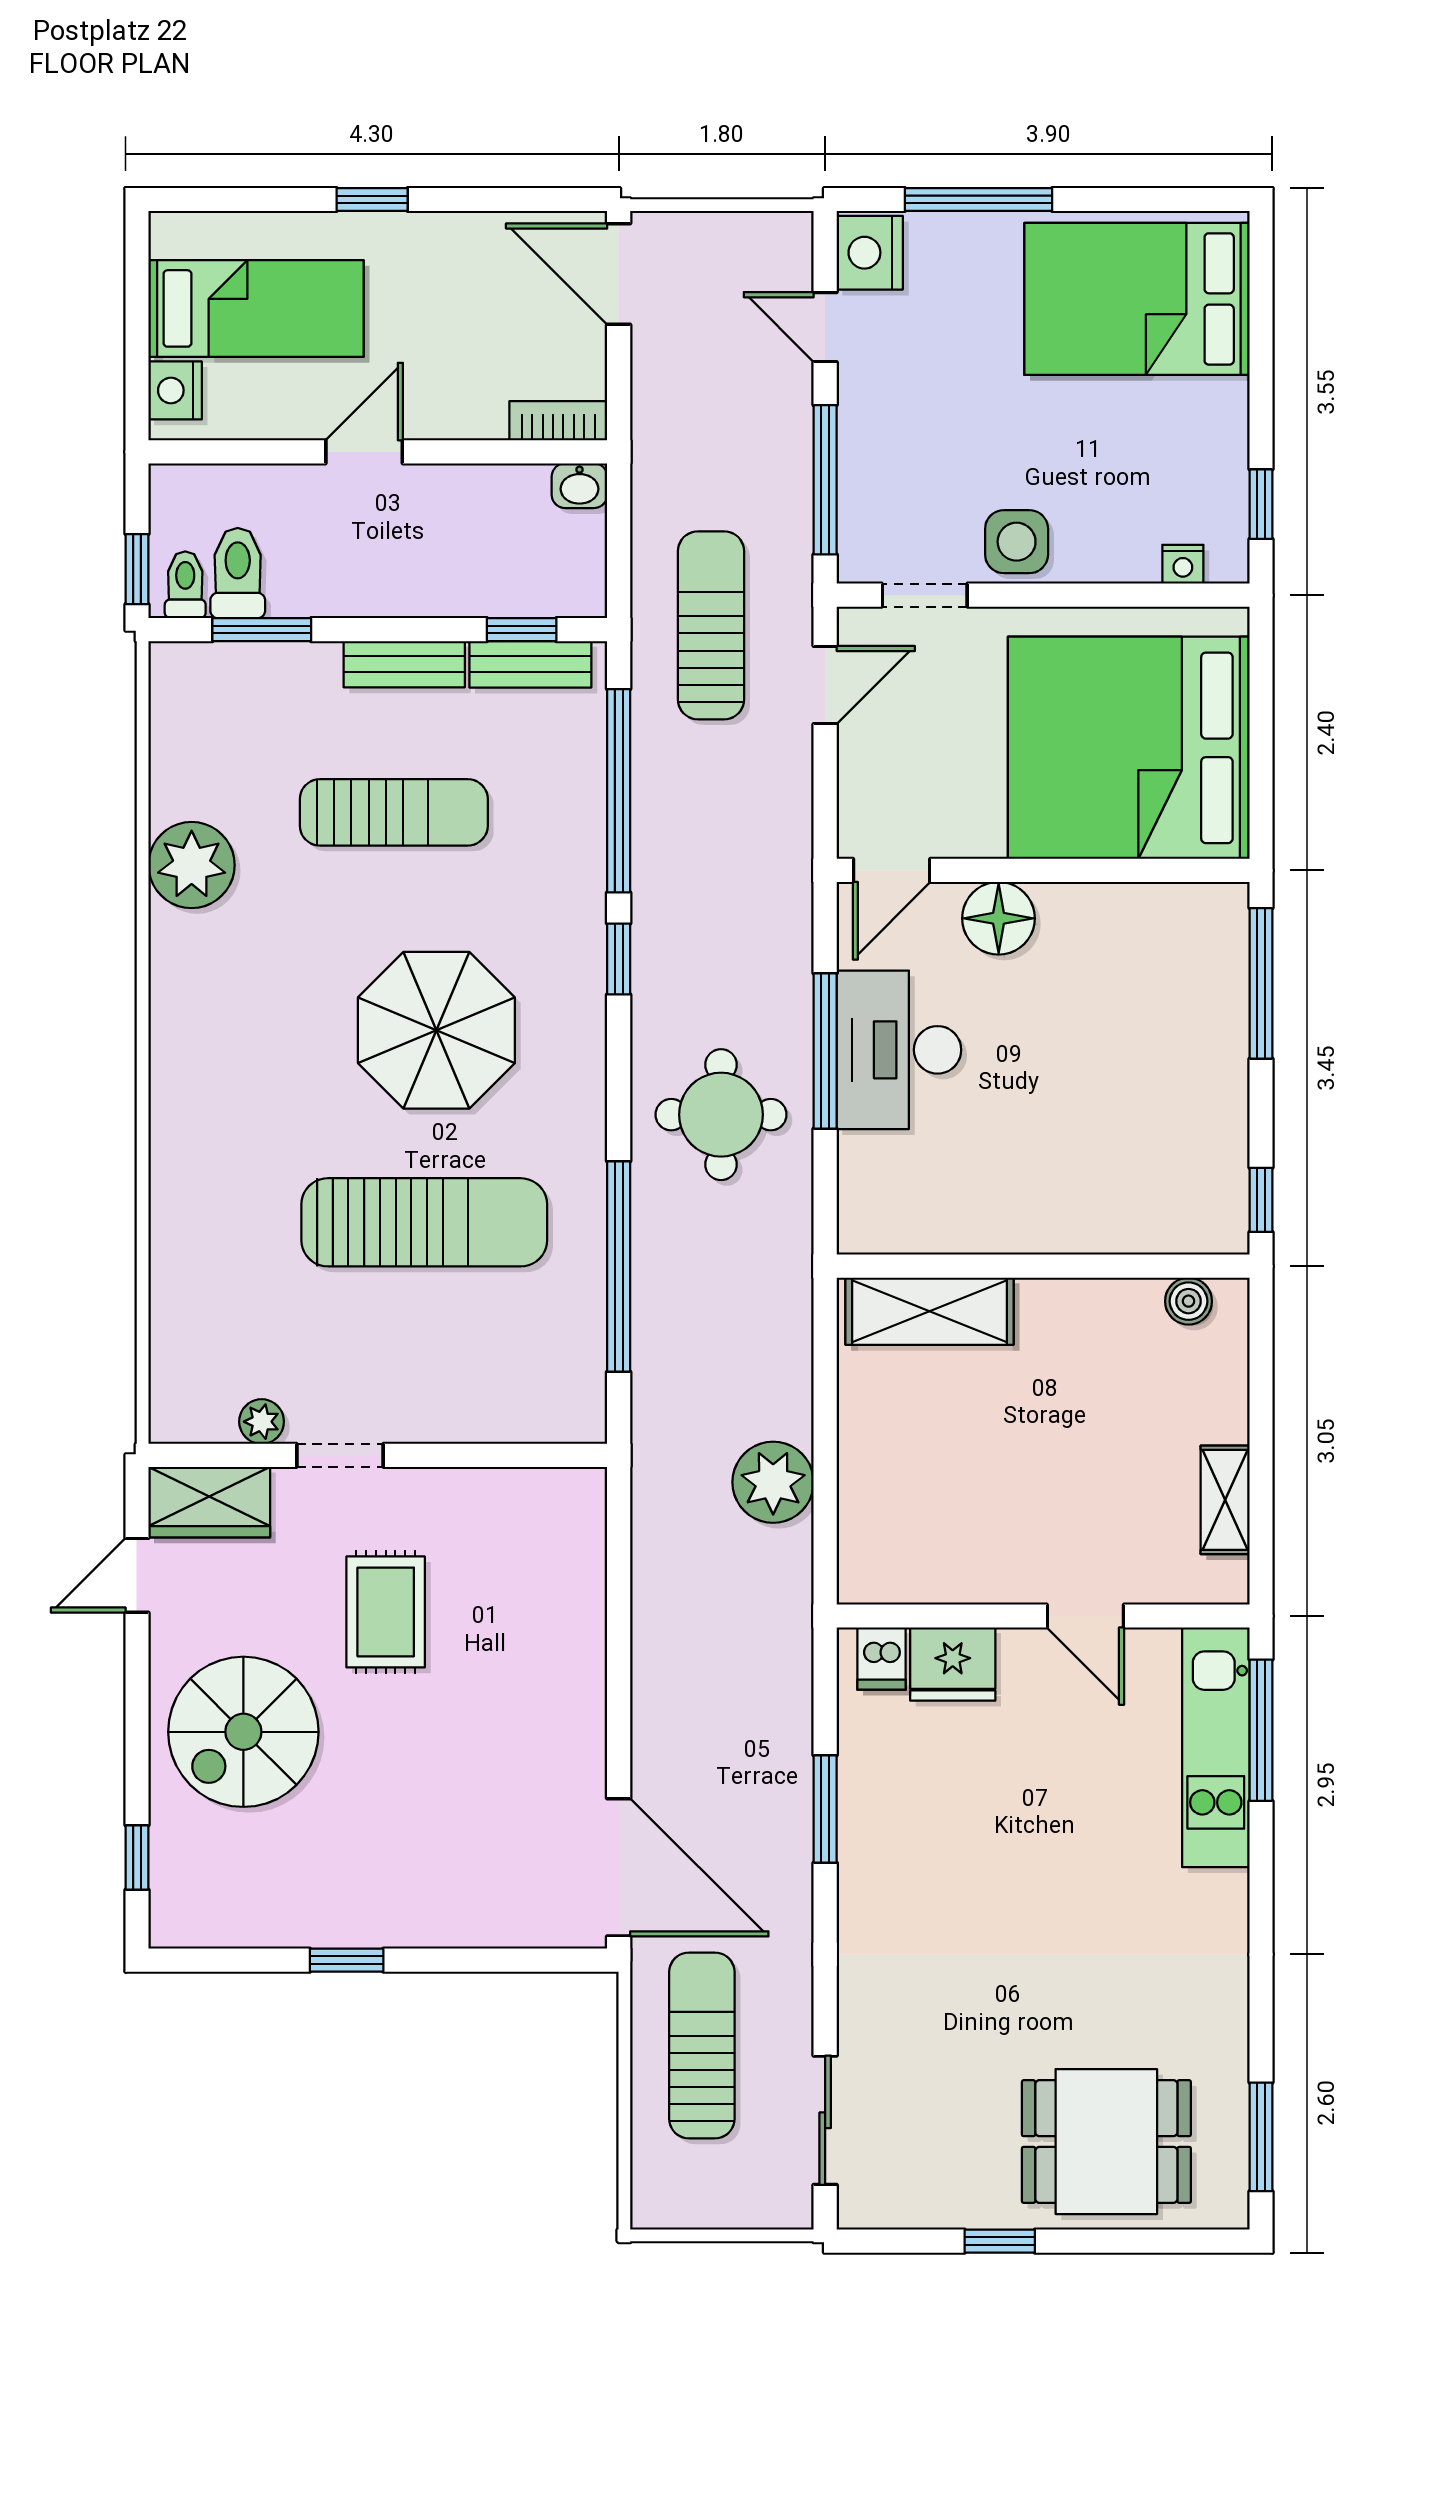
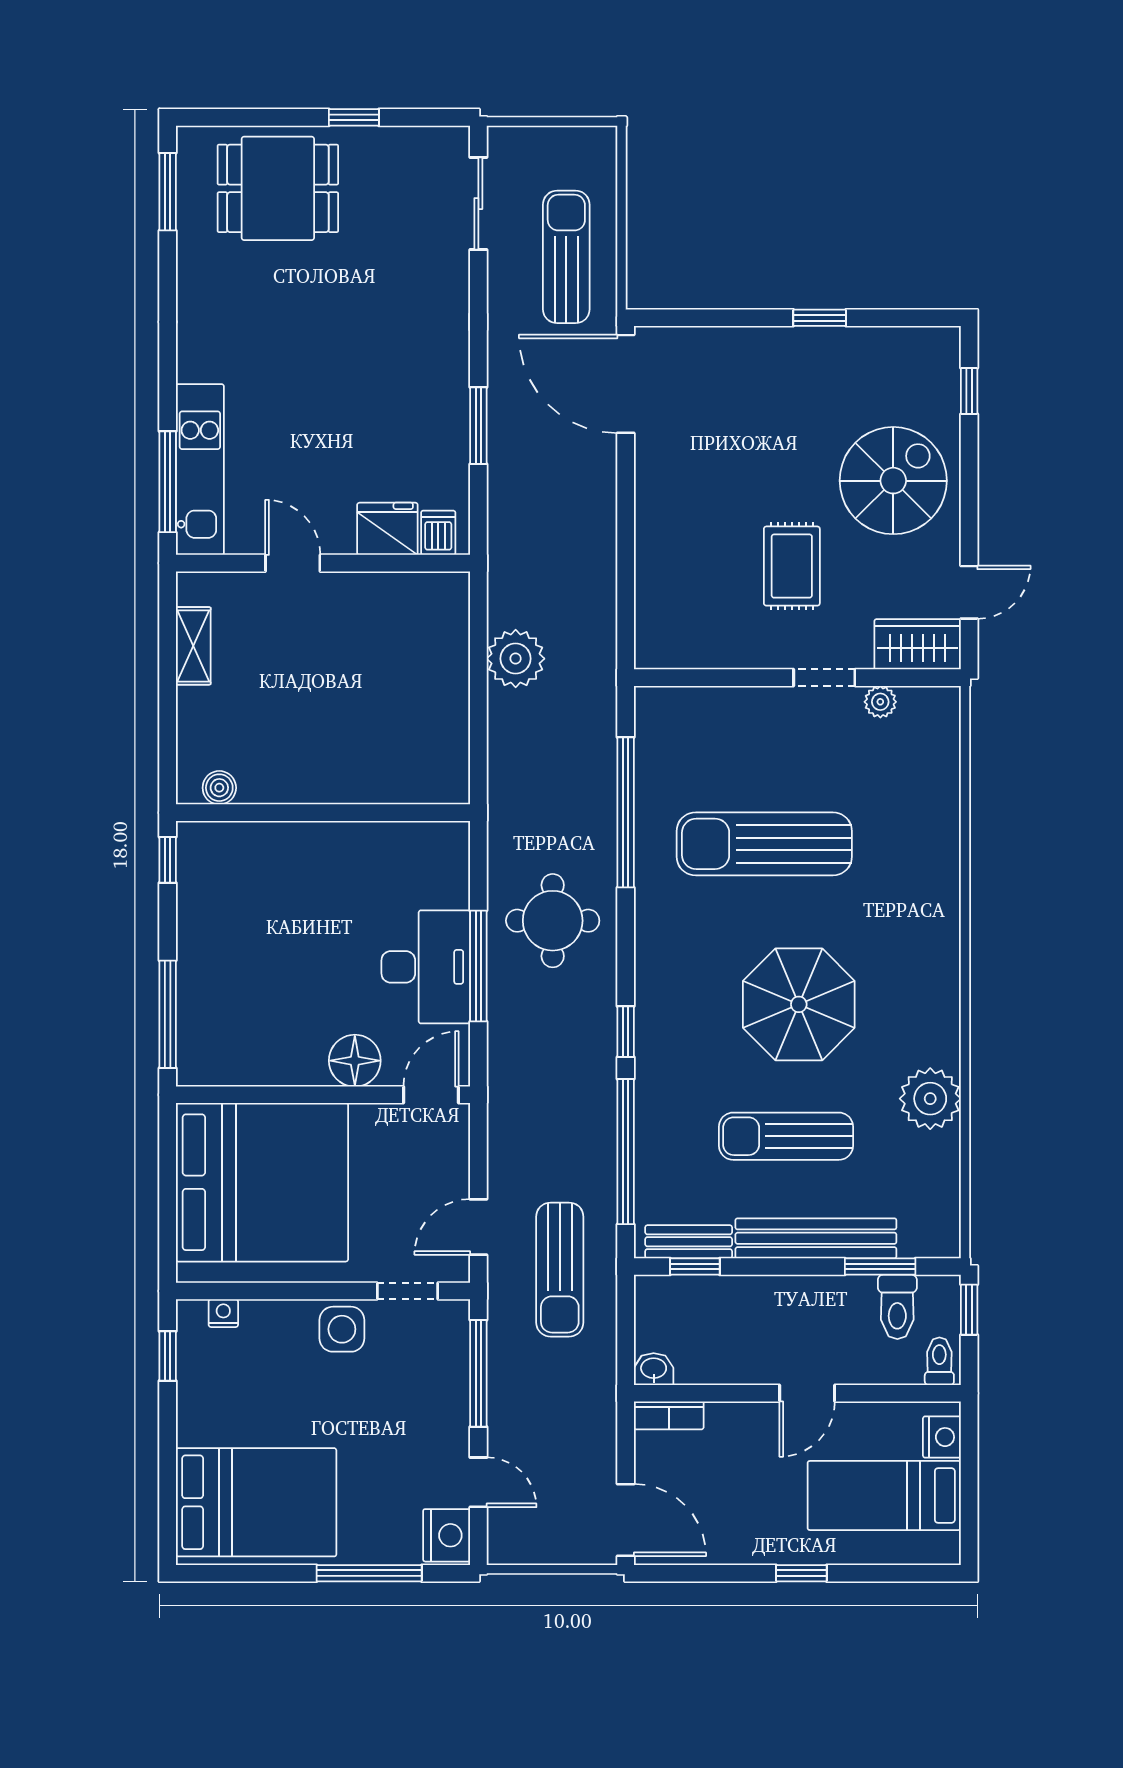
toilet: (185, 585) -> (939, 1361), moved, turned 180
bench: (404, 664) -> (816, 1238), width x1.86, depth x1.21
parasol: (436, 1030) -> (799, 1004), moved
shelving: (930, 1311) -> (404, 780), removed
sun lounger: (702, 2045) -> (566, 257), turned 180

